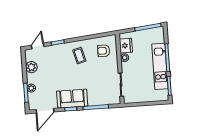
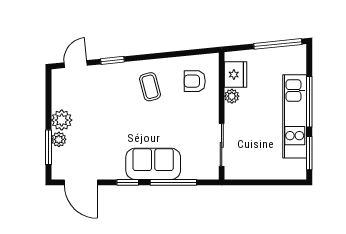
plant: (31, 67) -> (62, 120), moved
sofa: (72, 99) -> (153, 164), moved
door: (45, 111) -> (81, 182), hinge flipped

